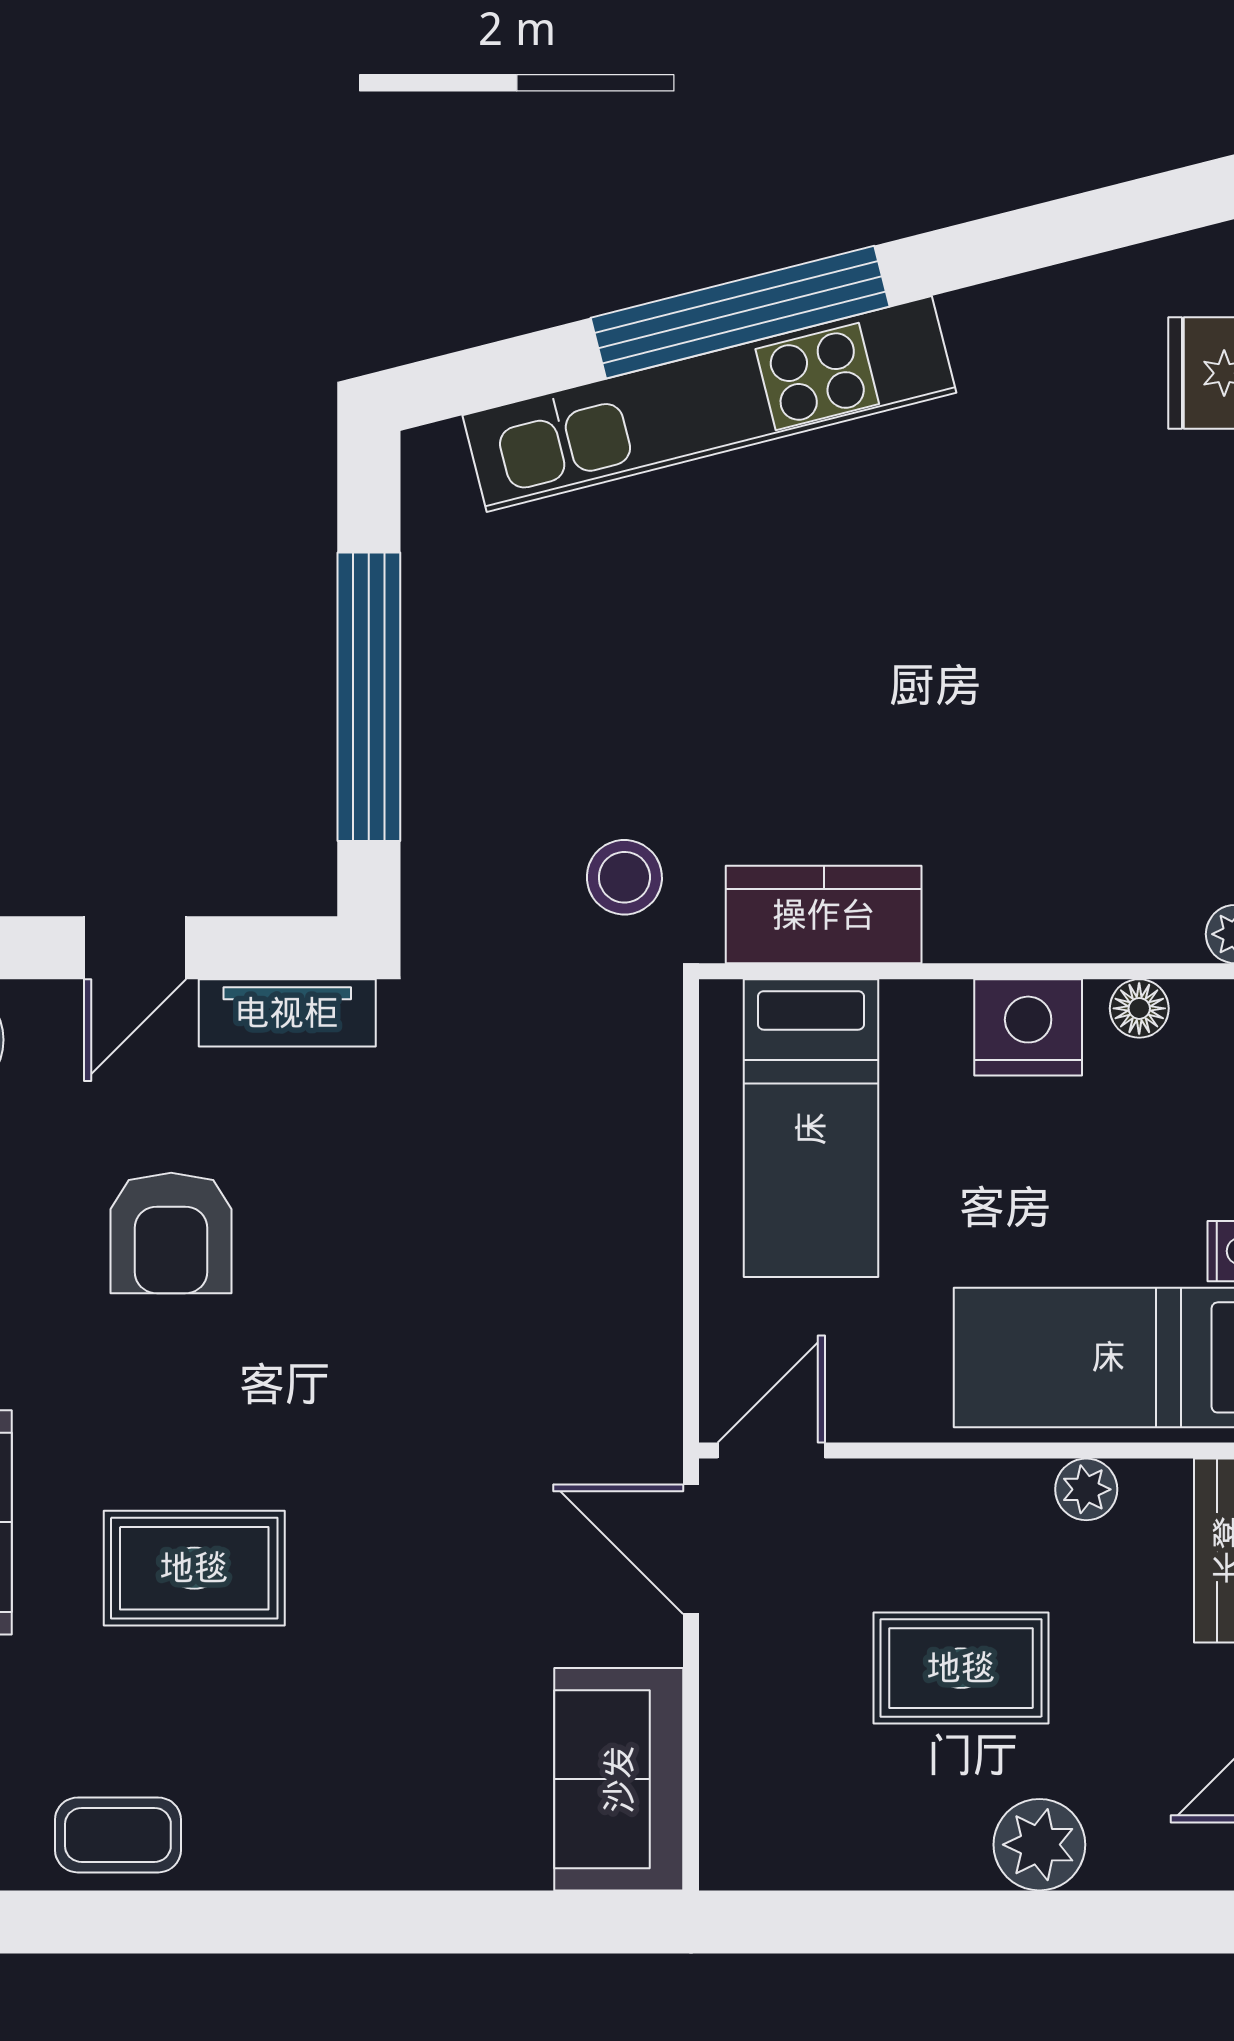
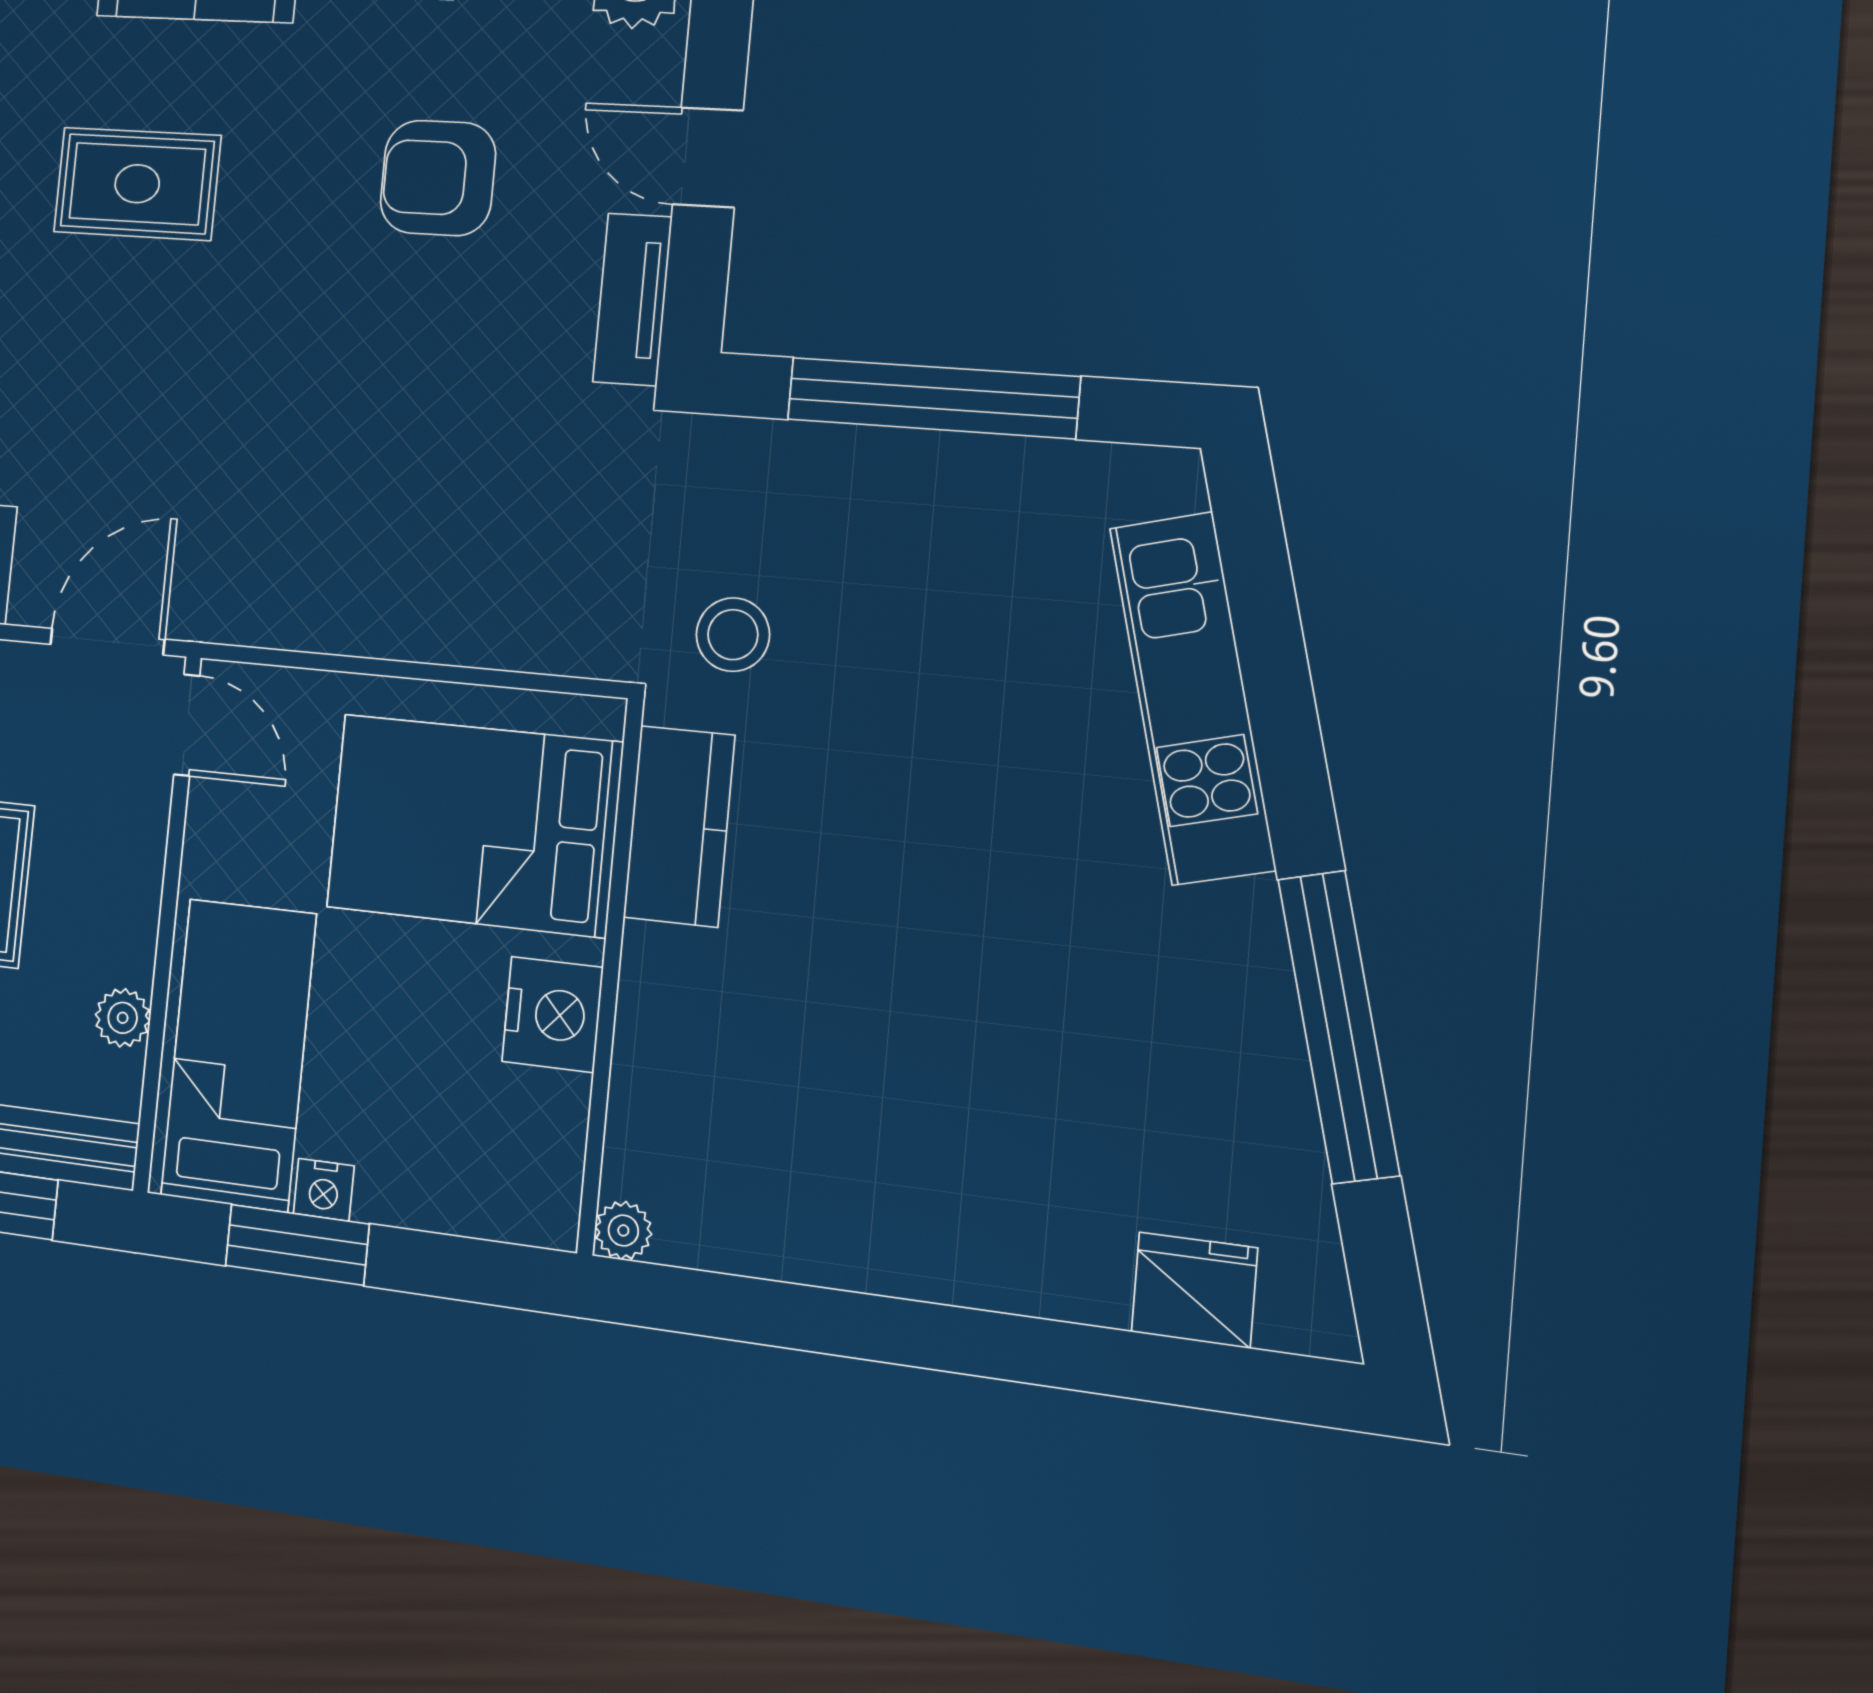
window: (740, 312) -> (1339, 1027), moved
kitchen unit: (709, 404) -> (1192, 698), width x0.73
floor lamp: (1139, 1008) -> (560, 1126), removed
bed: (811, 1128) -> (474, 825), width x1.50
rug: (194, 1568) -> (137, 184), turned 90

